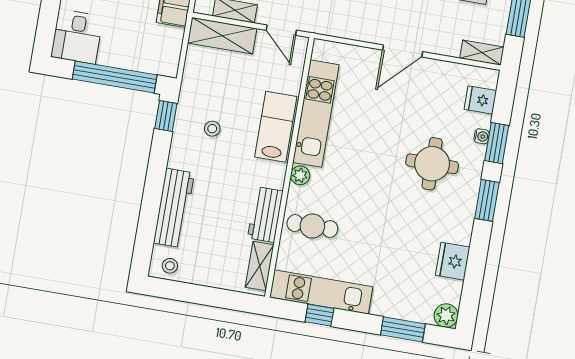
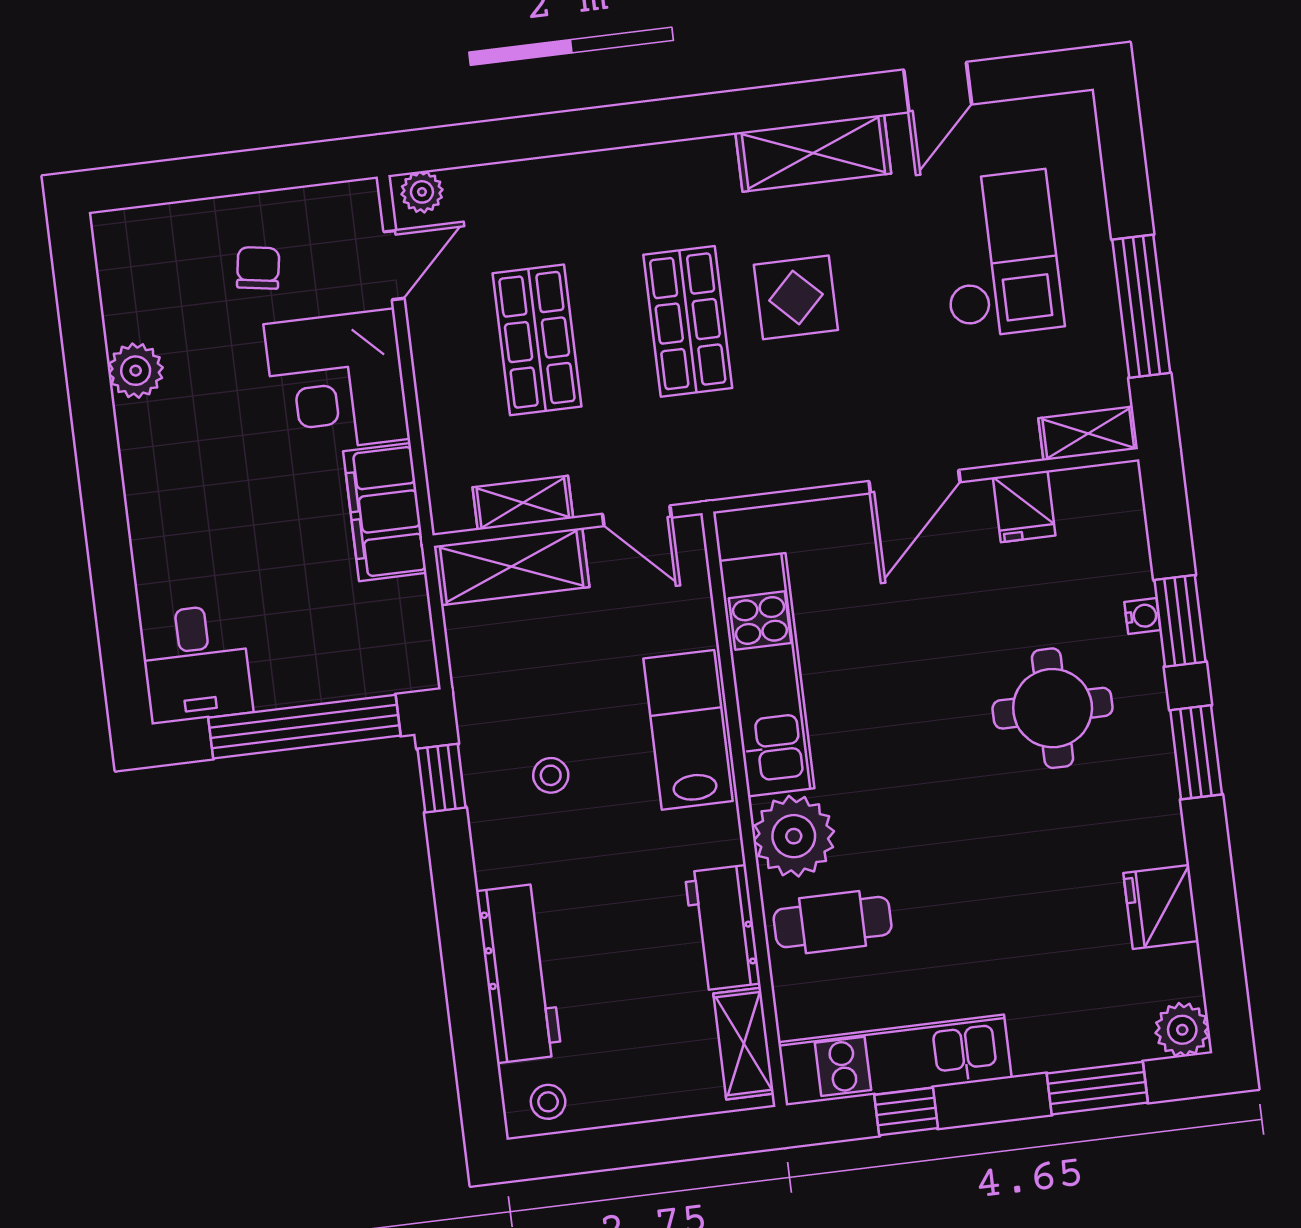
fridge: (480, 100) -> (1024, 506), moved, turned -90
plant: (300, 175) -> (794, 836), width x1.88, depth x1.88

